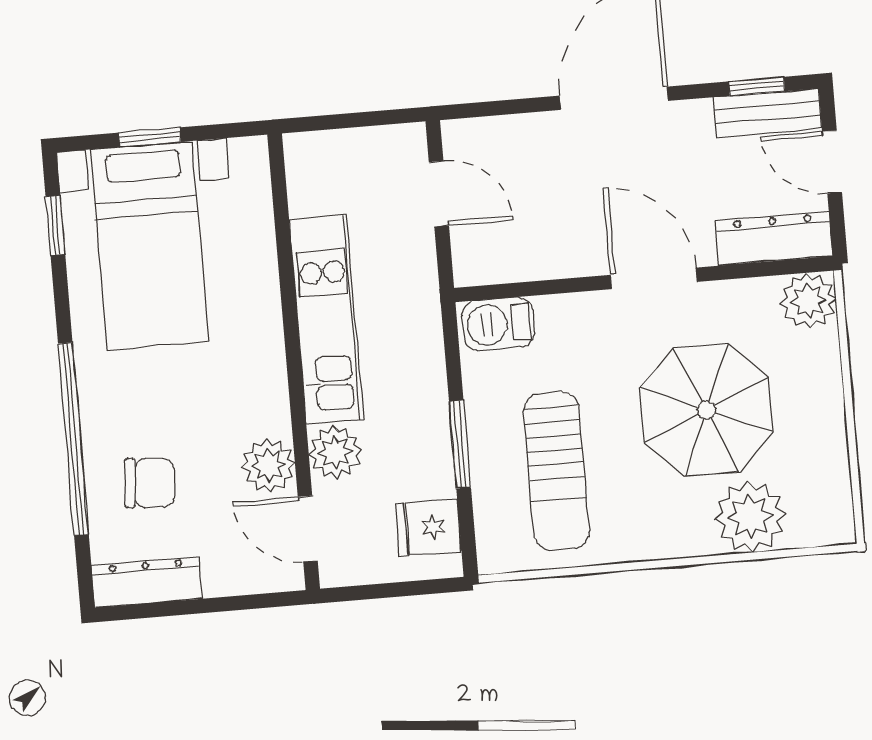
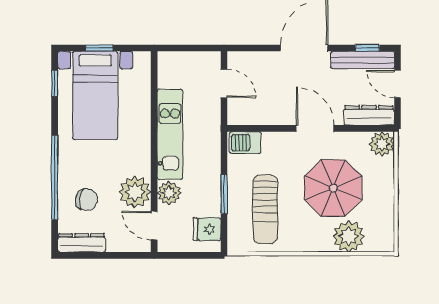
bench: (768, 113) -> (363, 60), width x1.36
plant: (268, 465) -> (135, 192), width x1.36, depth x1.36

